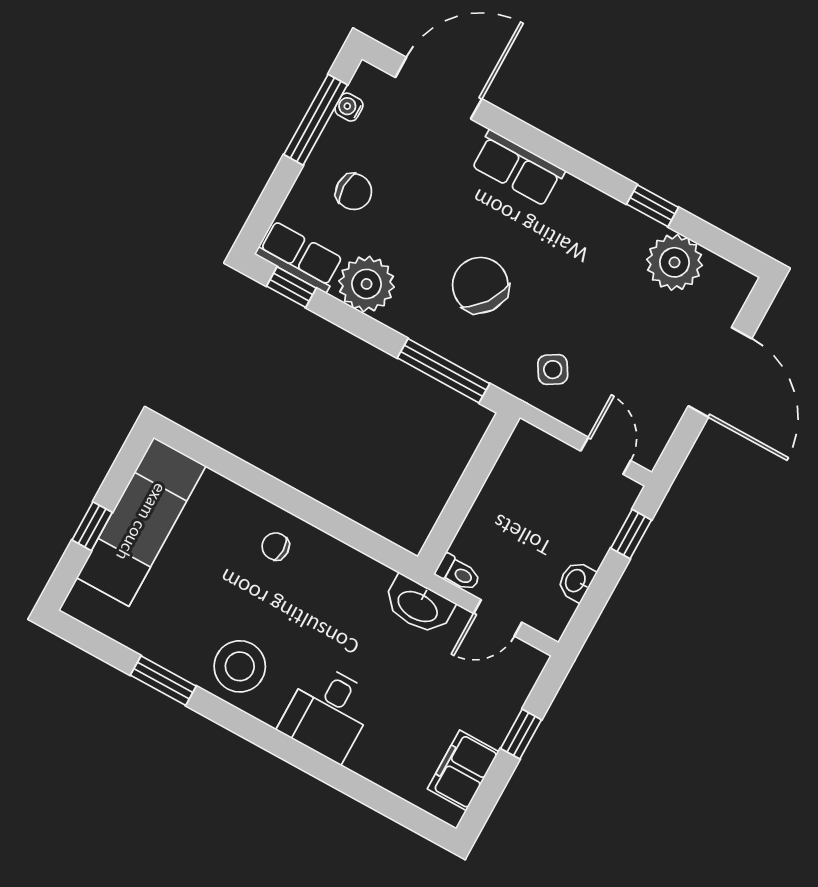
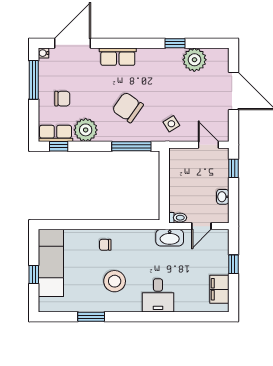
water cooler: (349, 107) -> (43, 53), moved
stool: (240, 666) -> (115, 281), moved

